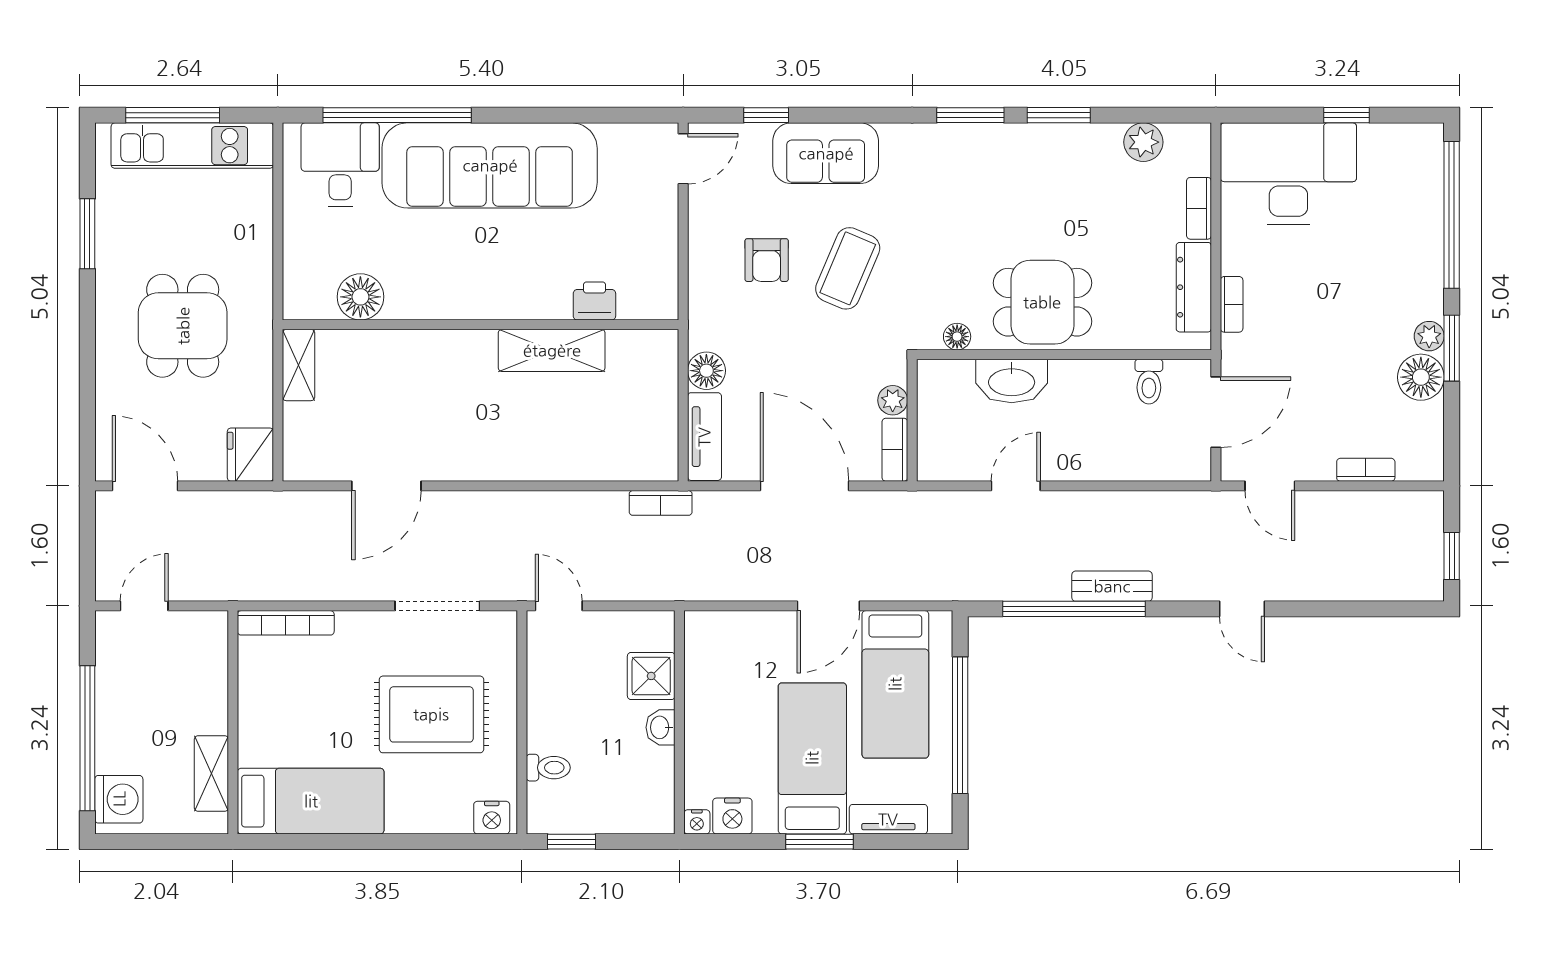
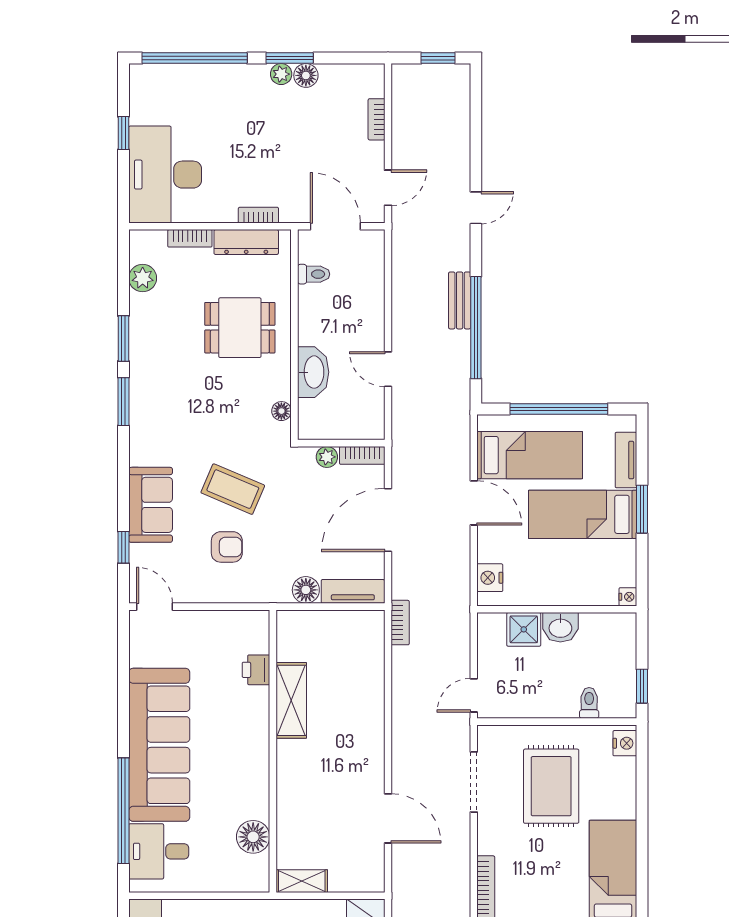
dining table: (1042, 302) -> (240, 328), moved, turned 90
floor lamp: (1421, 377) -> (306, 75), width x0.73, depth x0.73
washbasin: (660, 727) -> (560, 627), width x1.38, depth x1.45
nightstand: (732, 816) -> (490, 578), moved, turned 180

